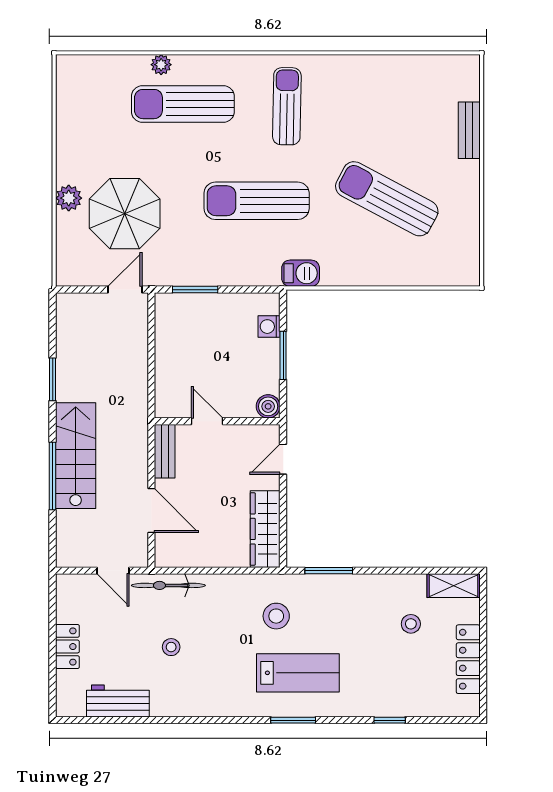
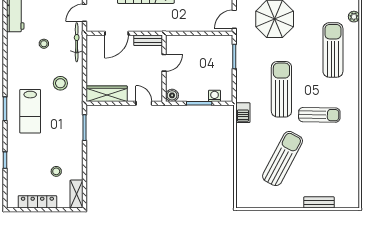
plant: (161, 65) -> (354, 17), moved
sun lounger: (287, 106) -> (319, 115), moved
door: (125, 290) -> (234, 19), swing flipped
stool: (276, 616) -> (60, 83), moved

